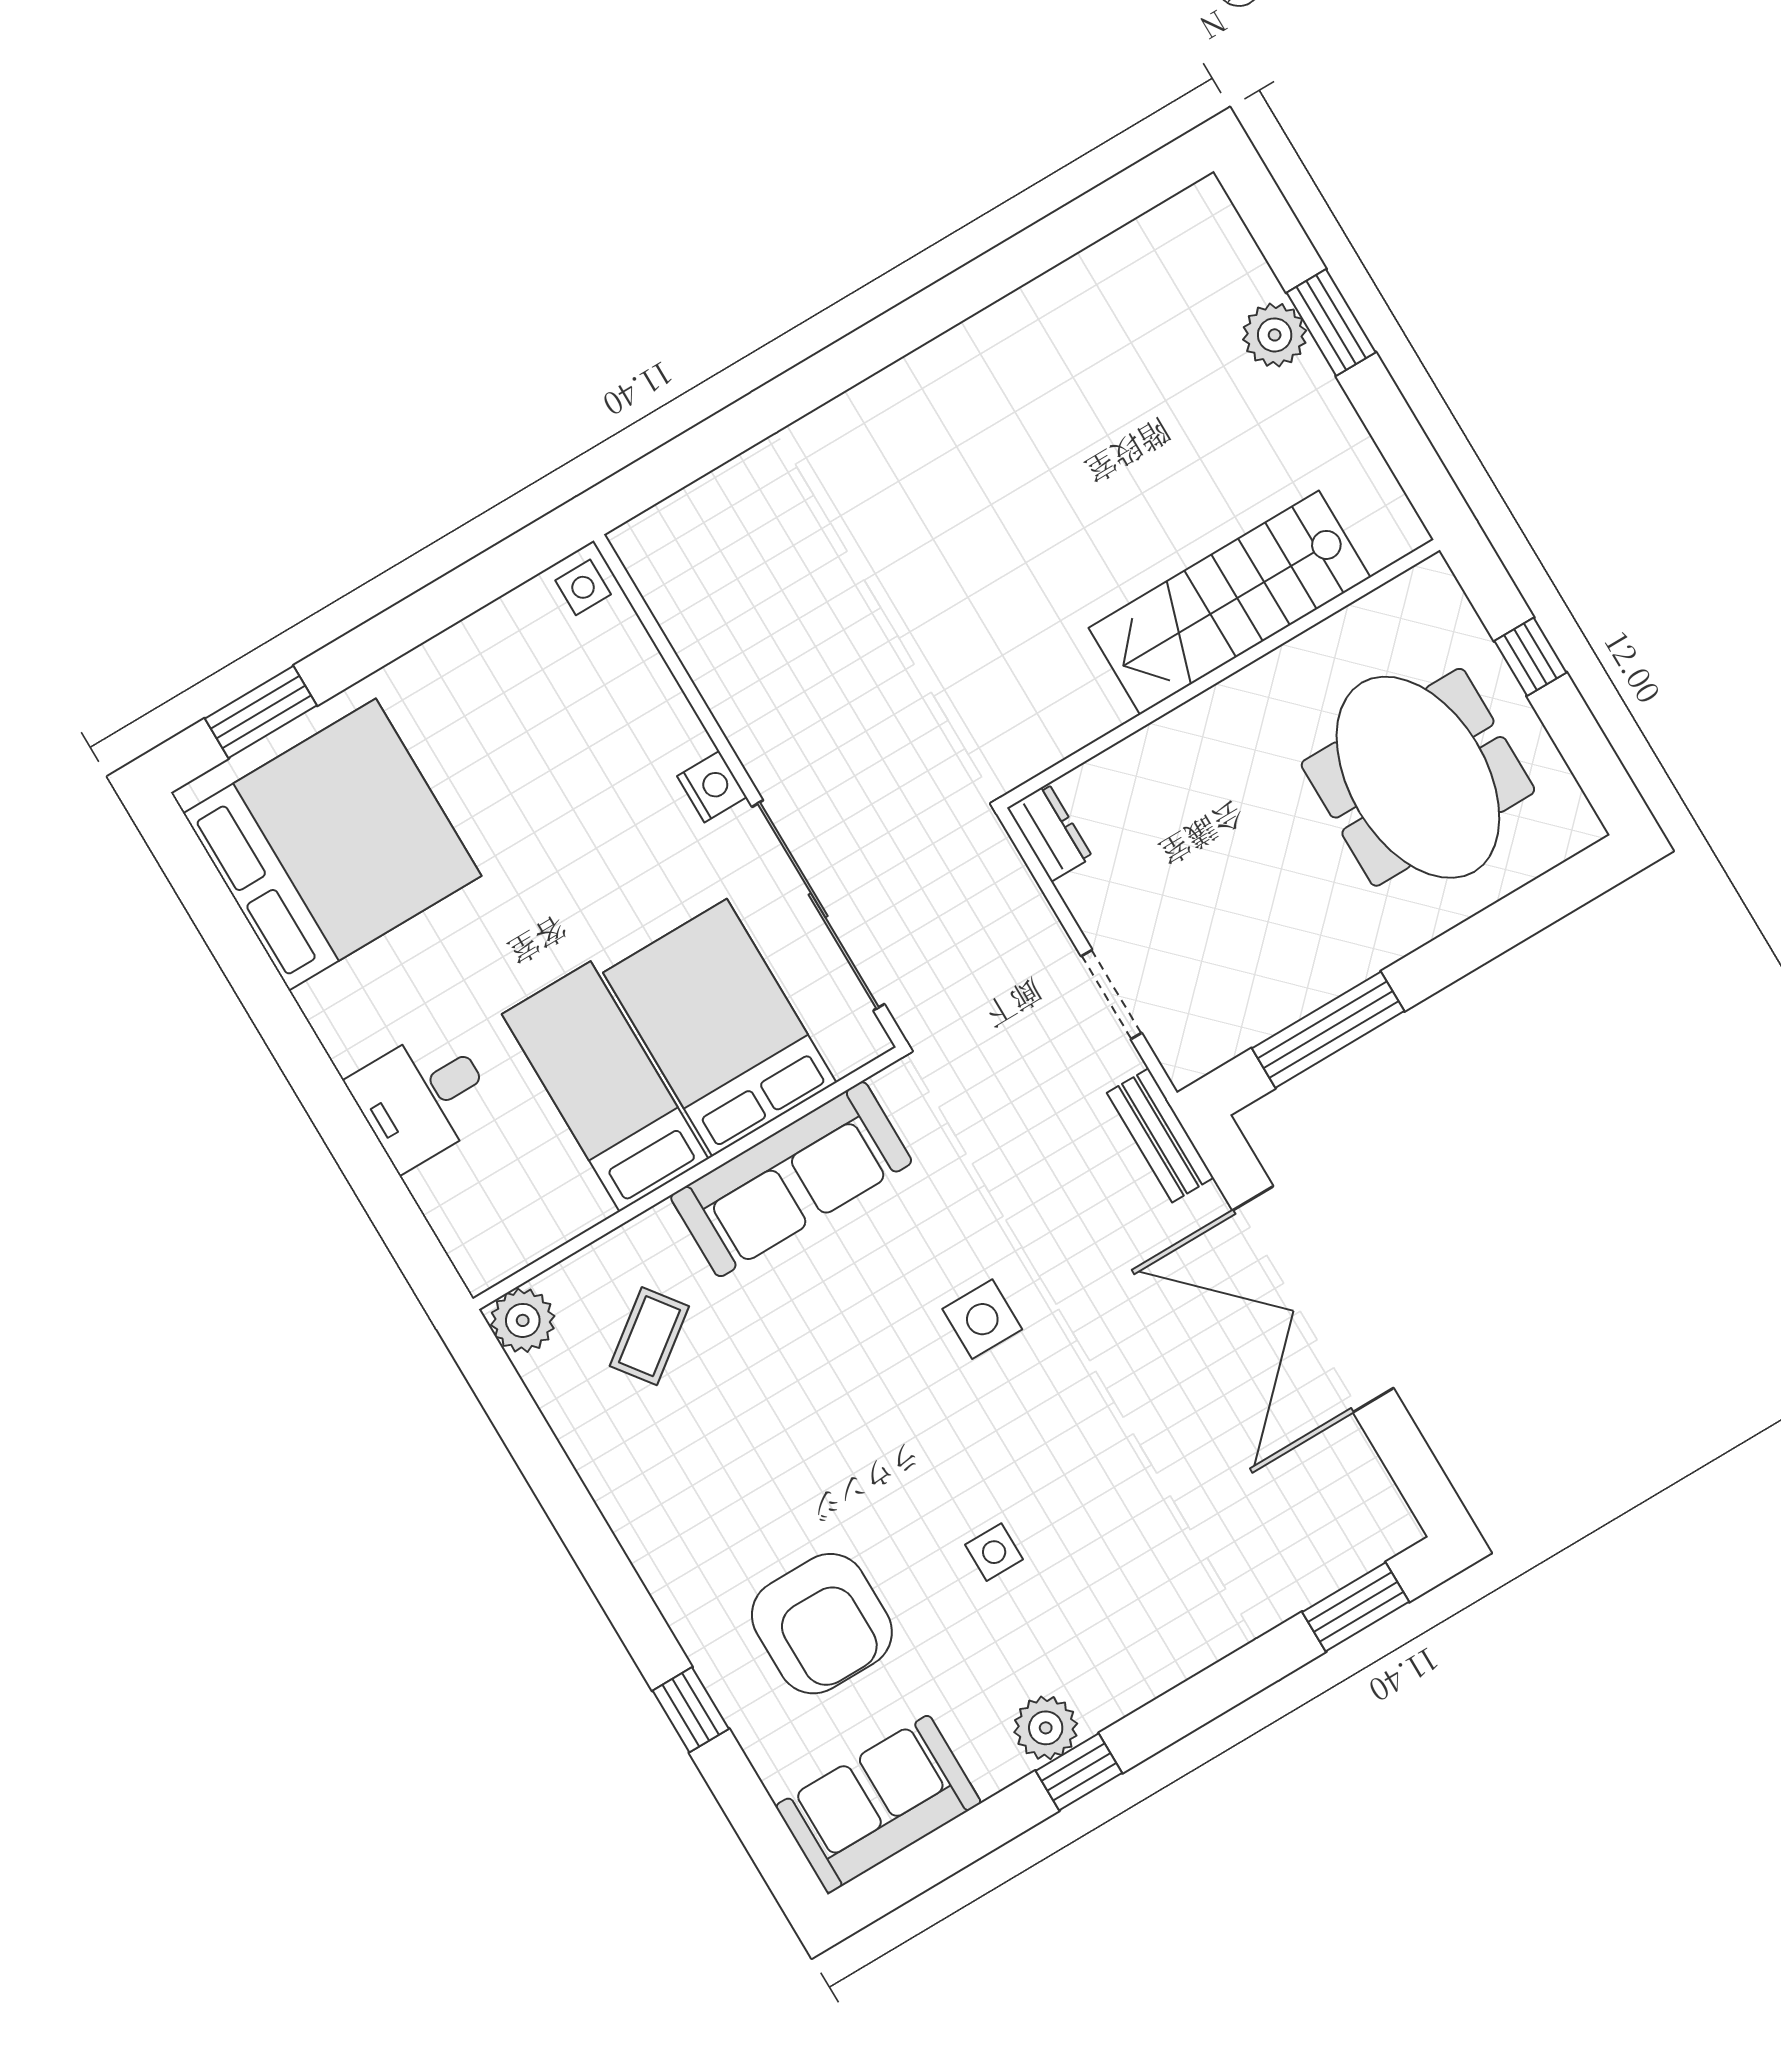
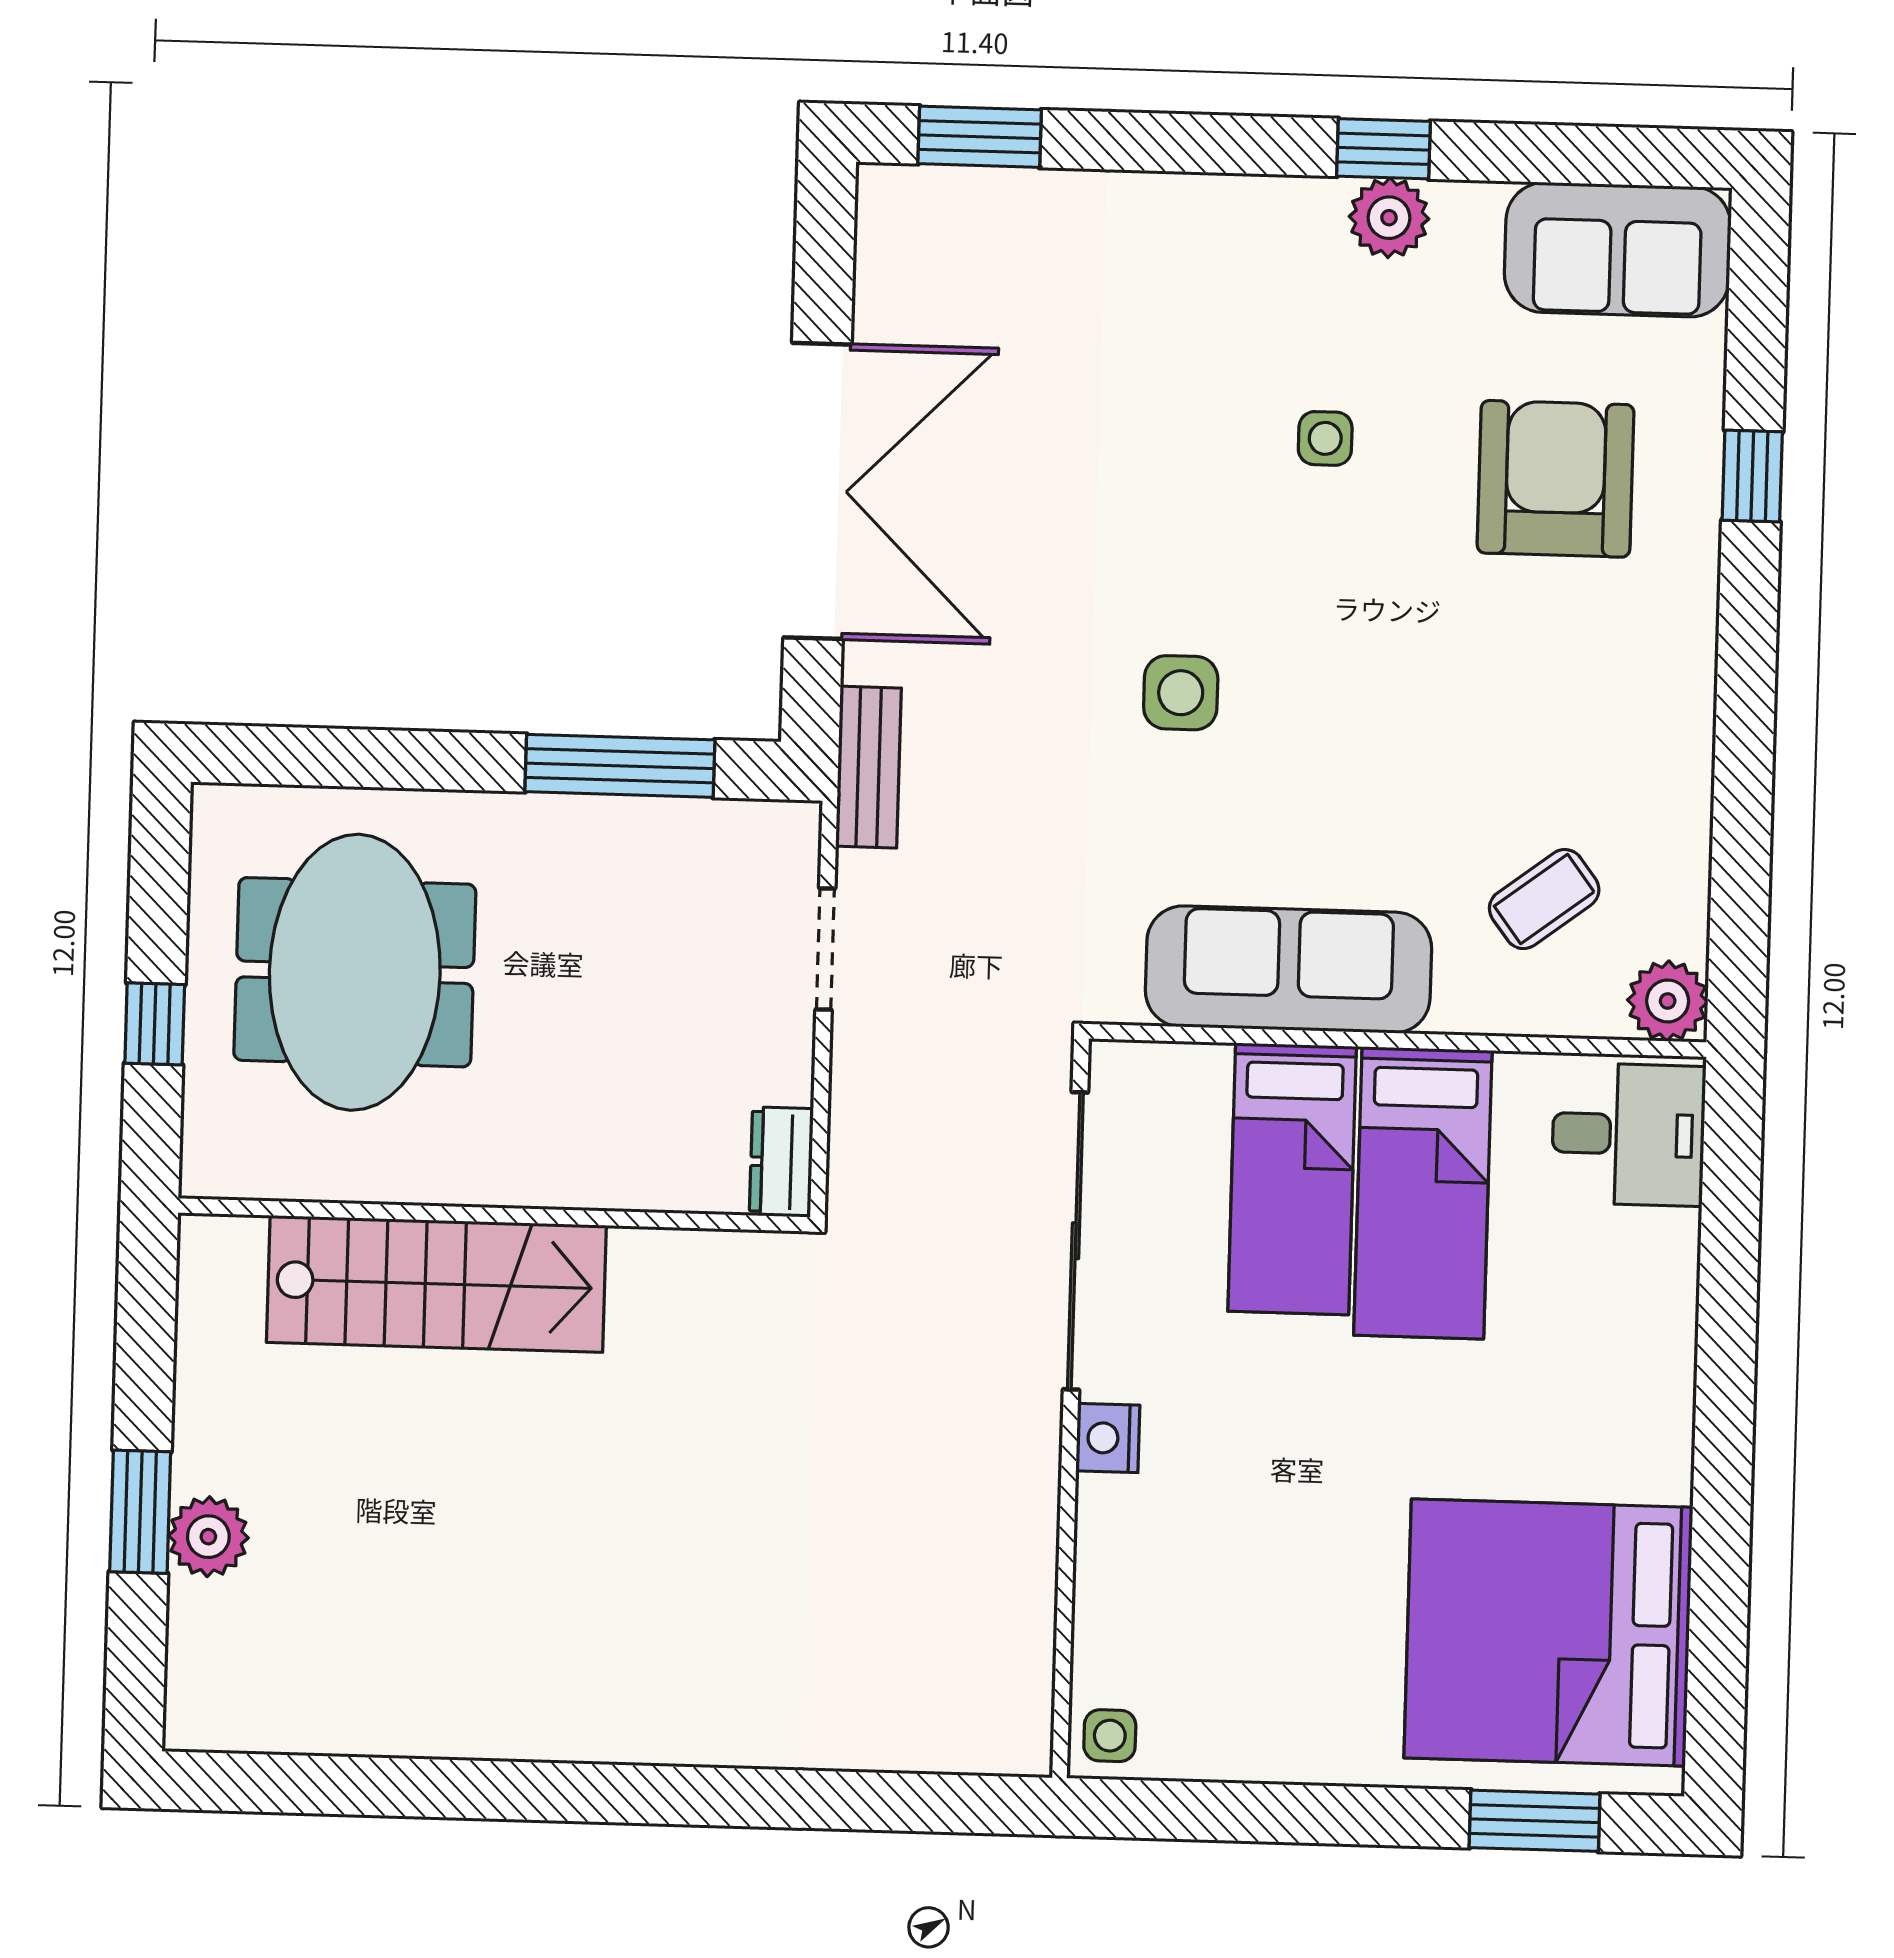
bed: (720, 1028) -> (1292, 1179), width x0.67
desk: (423, 1098) -> (1628, 1134), moved

